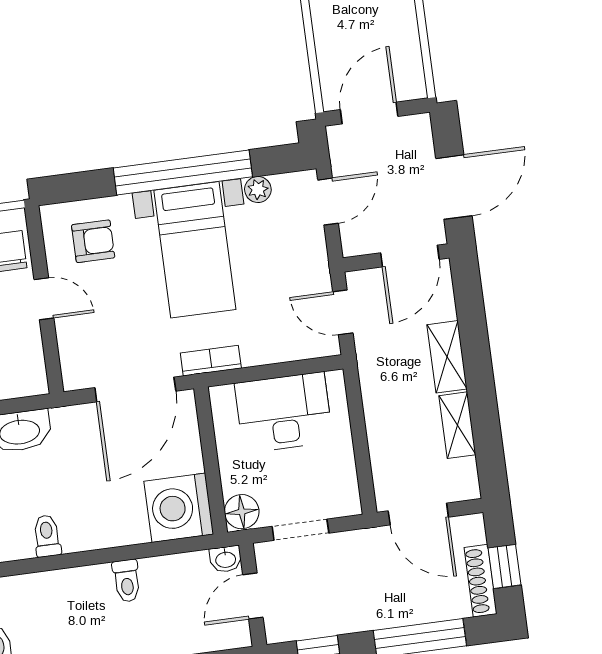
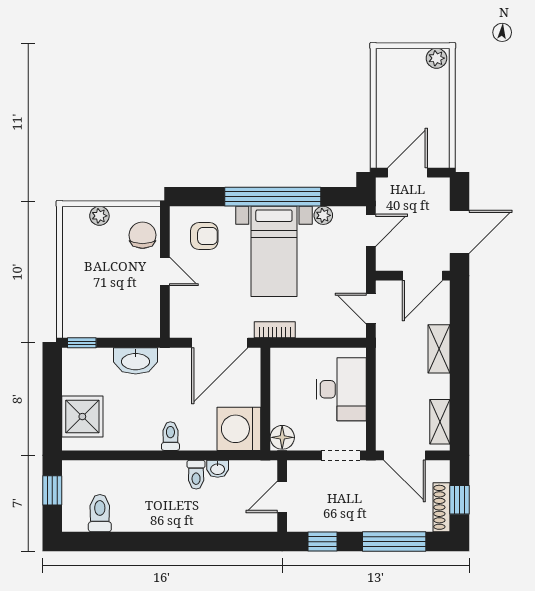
desk: (284, 412) -> (341, 389), moved, turned 90
shelving: (457, 425) -> (440, 422), moved
doorway: (300, 530) -> (341, 455), moved
toilet: (47, 536) -> (170, 436), moved
washbasin: (226, 559) -> (218, 469), moved

